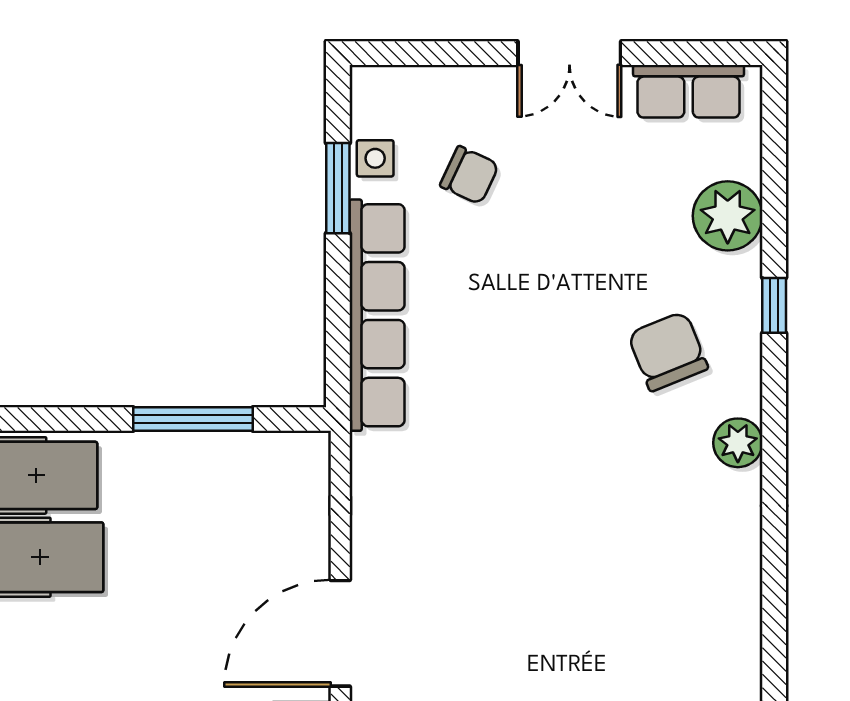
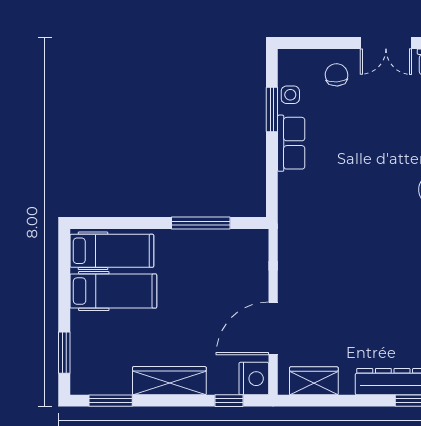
chair: (469, 175) -> (336, 75), moved, turned -118
row of seats: (377, 315) -> (291, 143), width x0.50

